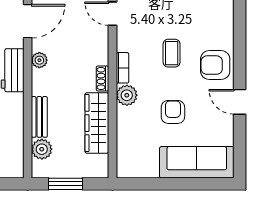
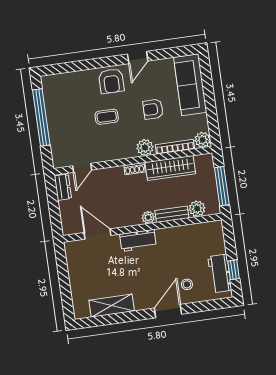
plant: (39, 60) -> (148, 217), moved
bookcase: (122, 68) -> (175, 147), moved, width x1.56
plant: (126, 168) -> (203, 140), added
window: (65, 184) -> (222, 186), width x1.44

